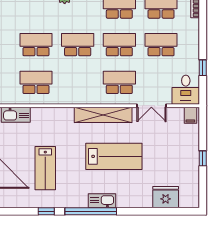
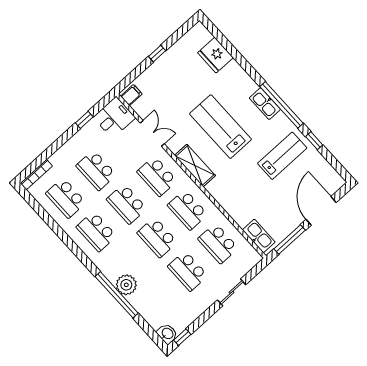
school desk: (78, 82) -> (187, 210), added
shelving: (103, 115) -> (195, 166), width x0.68
lab bench: (45, 168) -> (282, 156), moved

